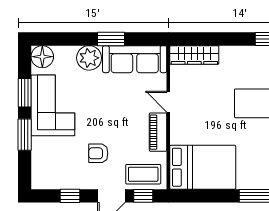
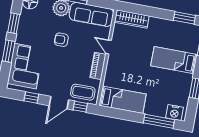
corner sofa: (53, 105) -> (25, 66), moved
armchair: (98, 153) -> (61, 40), moved
bed: (203, 167) -> (123, 100), width x0.67

